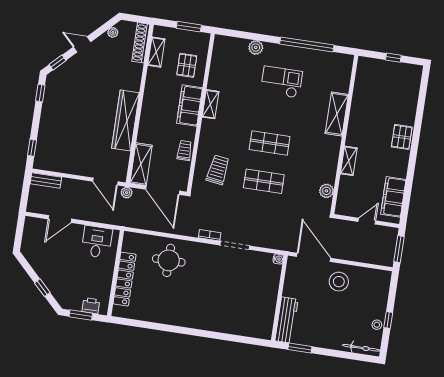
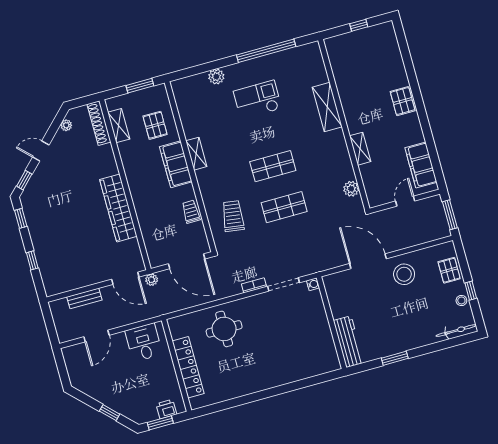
window: (32, 148) -> (32, 260), moved
shelving: (141, 164) -> (153, 245), removed
bench: (46, 180) -> (84, 298), moved
water cooler: (278, 259) -> (313, 284), moved
pallet: (378, 295) -> (449, 270), added
wall: (279, 298) -> (332, 323), moved
workbench: (287, 320) -> (349, 342), moved

